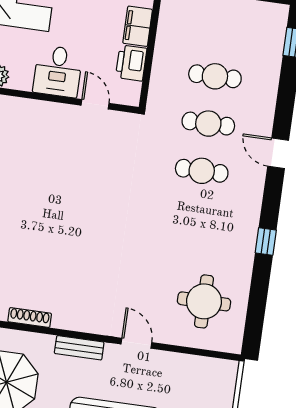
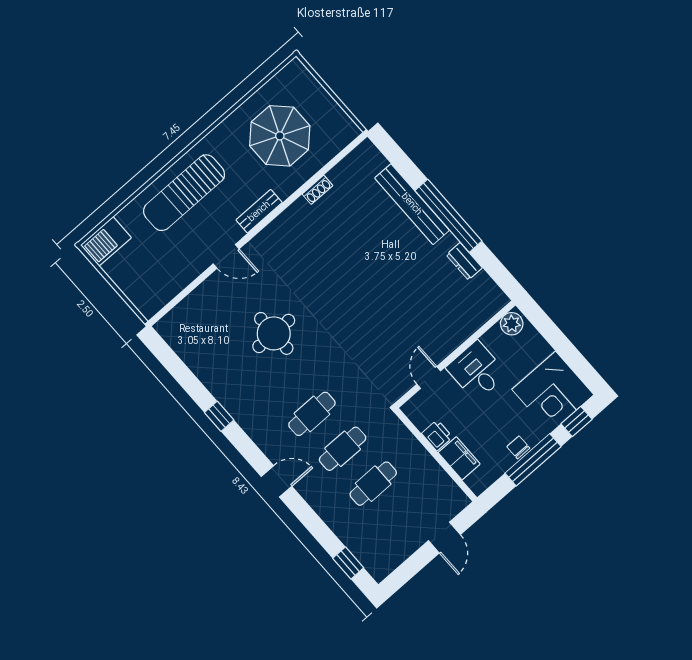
printer: (131, 63) -> (437, 435), width x0.73, depth x0.81
door: (95, 104) -> (429, 377), swing flipped
round table: (204, 301) -> (274, 333), moved
shoe rack: (30, 318) -> (317, 190), width x0.70

